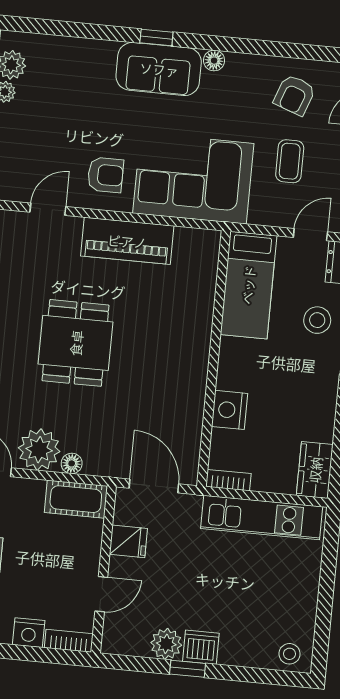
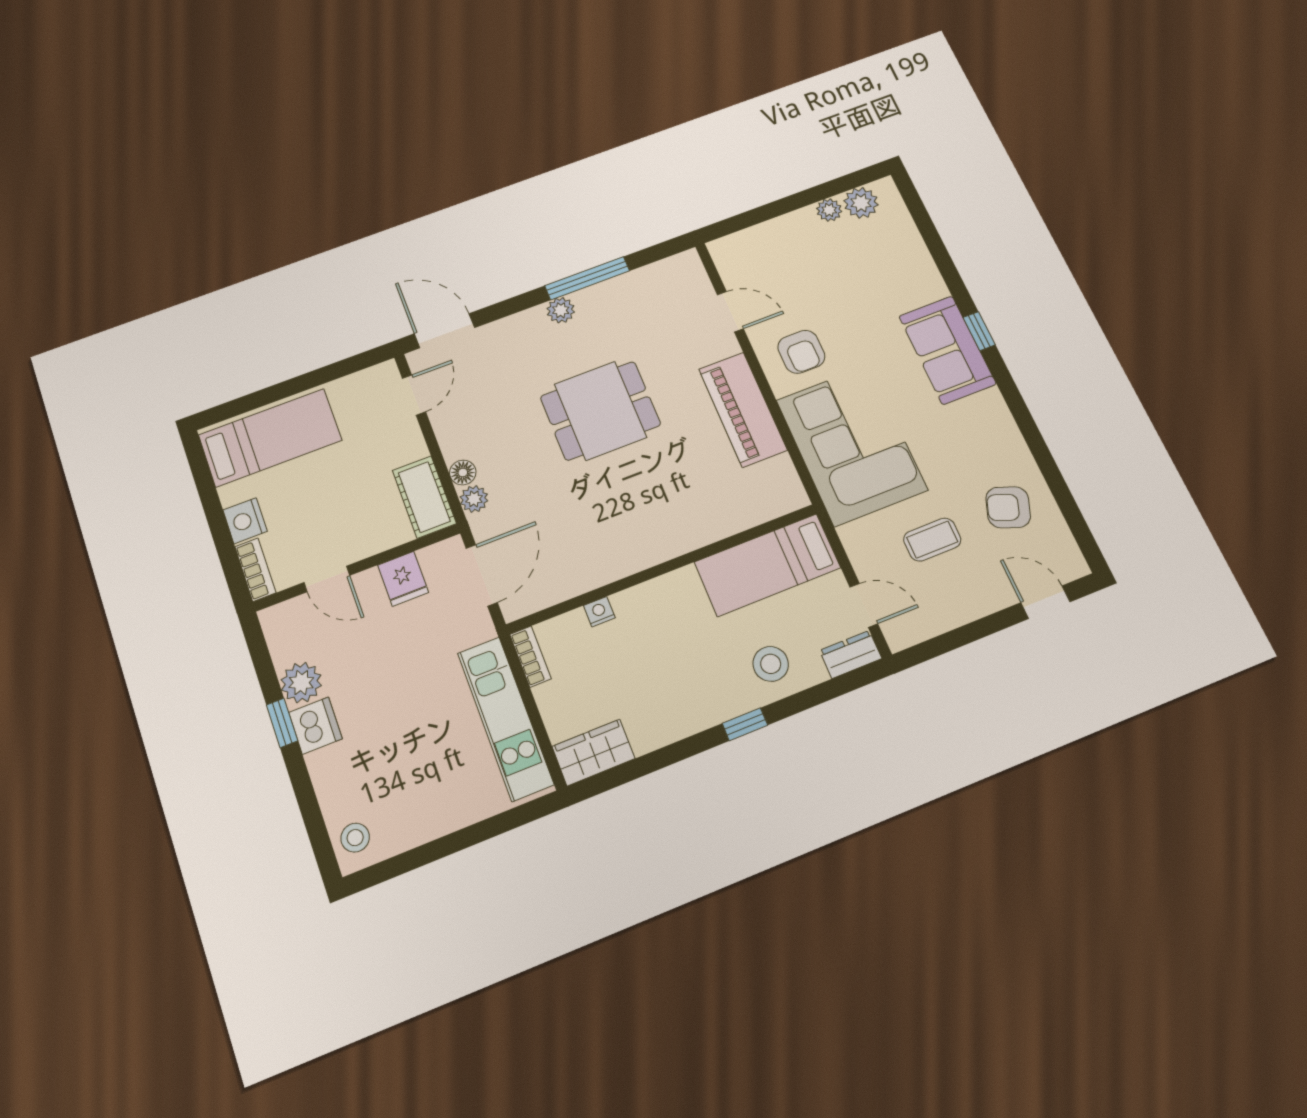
floor lamp: (214, 61) -> (992, 402), removed
nightstand: (229, 410) -> (599, 612), width x0.53, depth x0.56
plant: (39, 450) -> (474, 499), moved, width x0.53, depth x0.53

